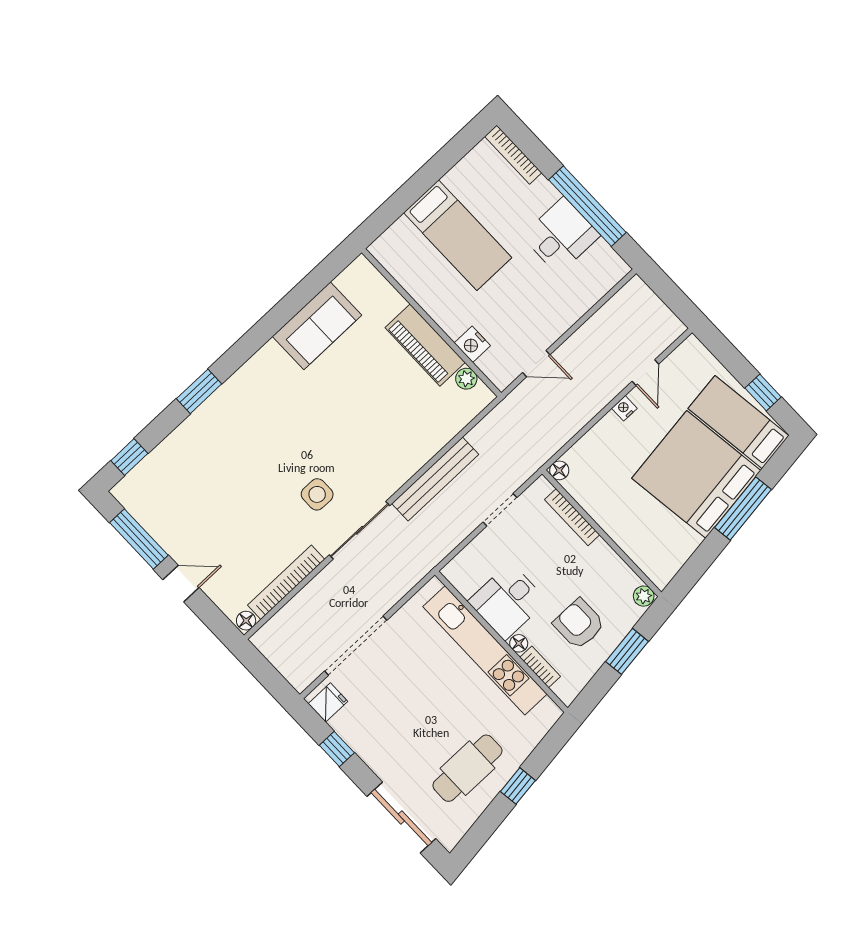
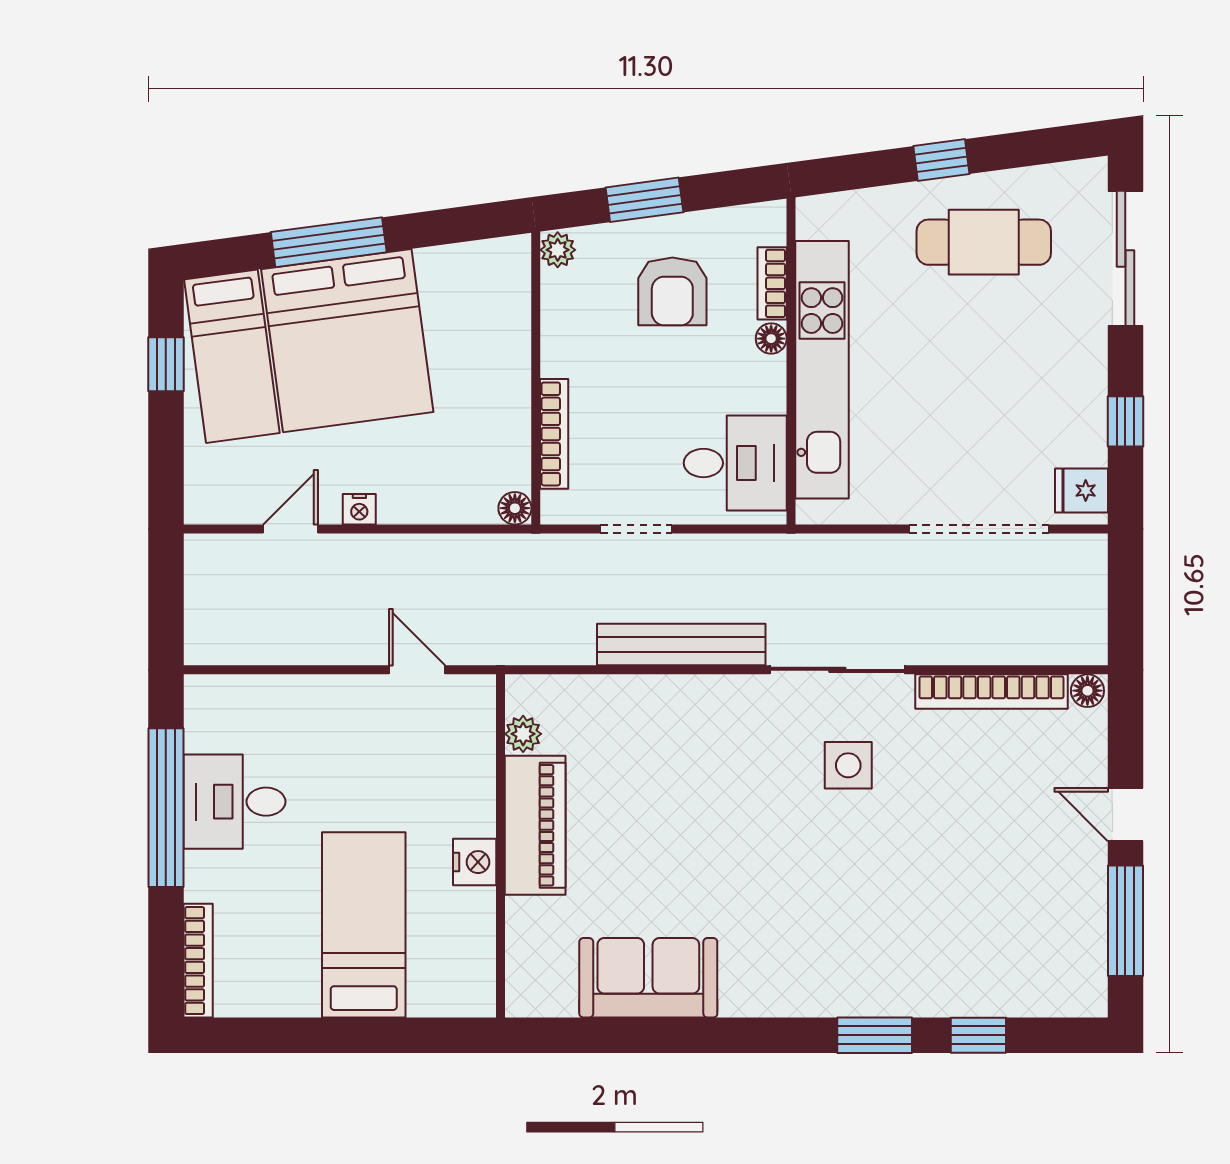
nightstand: (472, 344) -> (475, 862), moved
window: (129, 457) -> (978, 1035), moved
desk: (507, 601) -> (735, 463), moved

